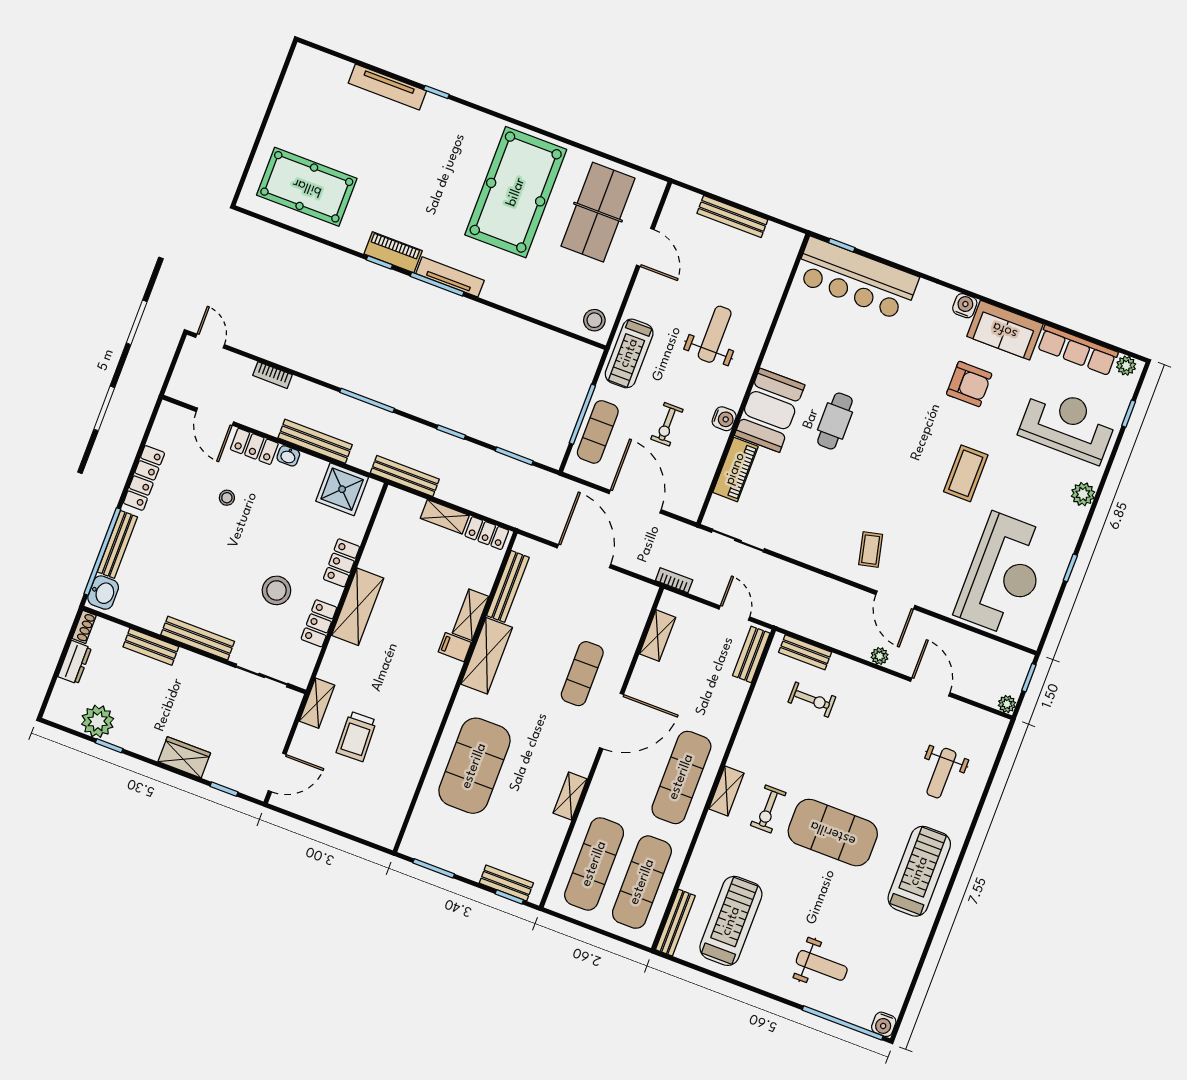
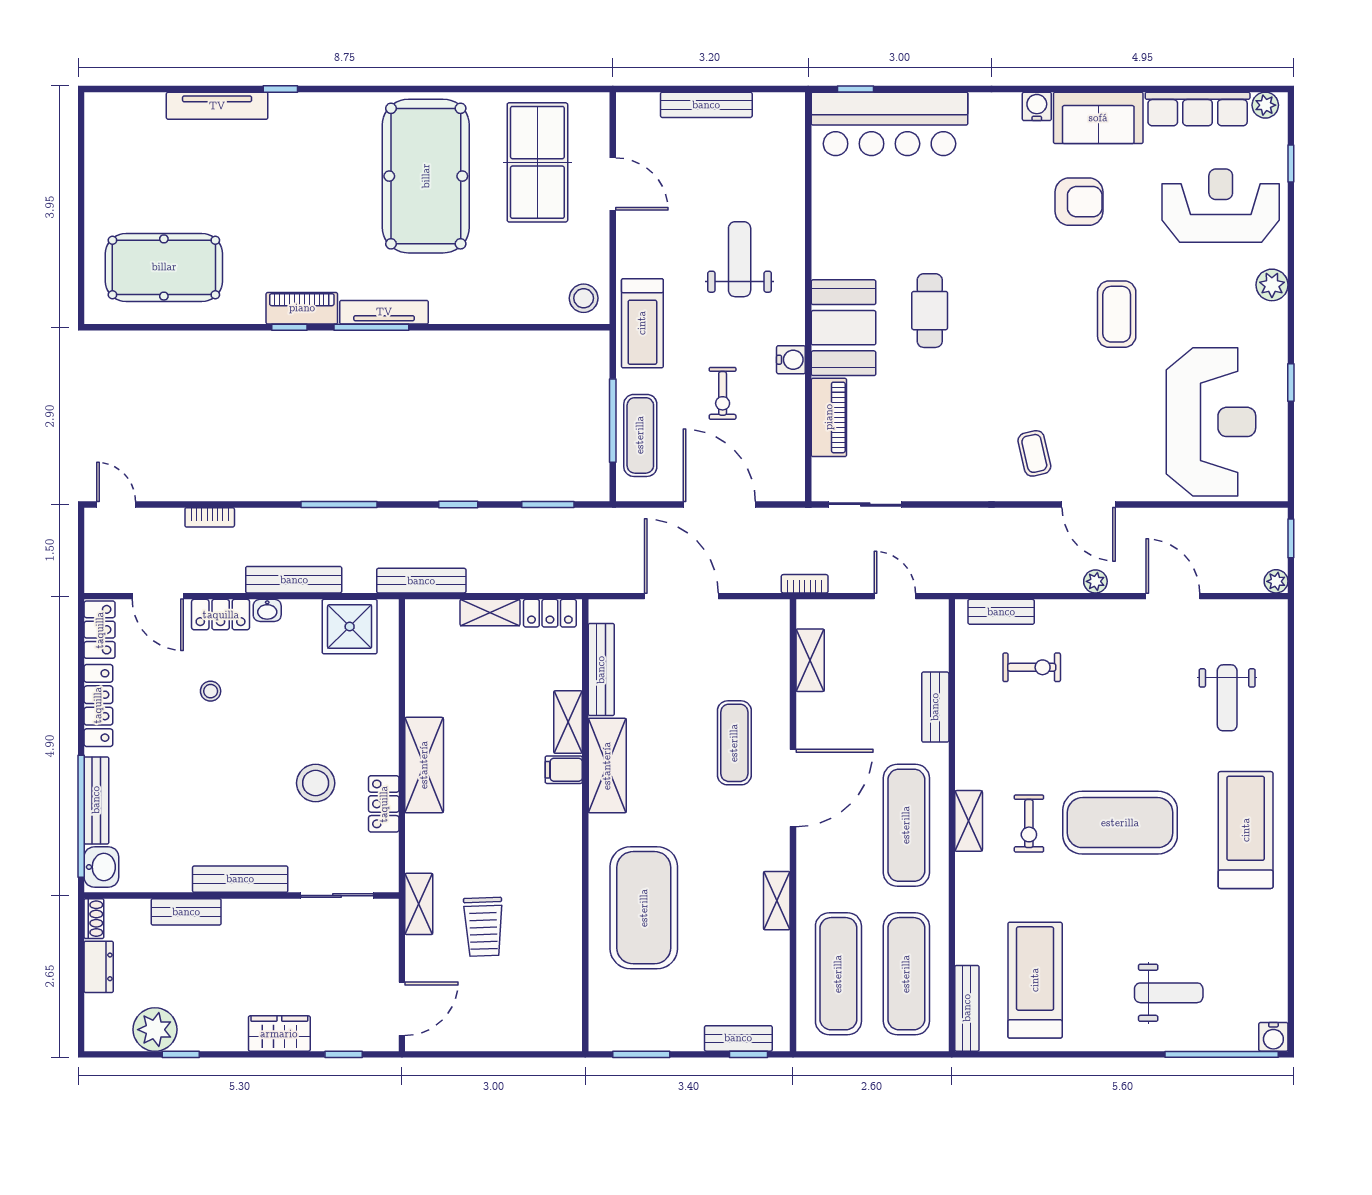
locker: (341, 563) -> (100, 630), moved, turned 180
bench: (751, 654) -> (935, 707), moved

